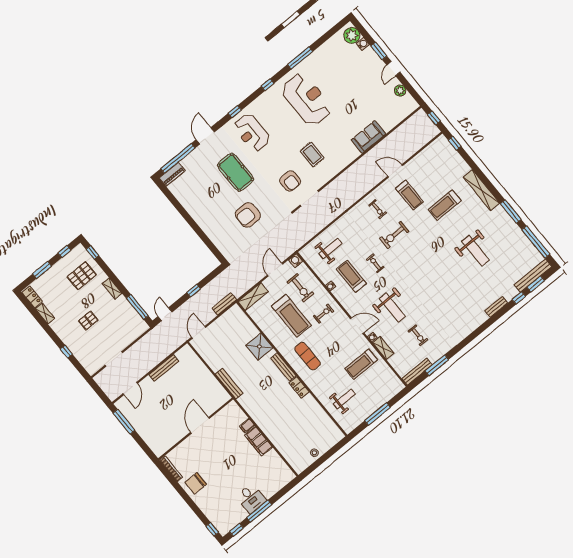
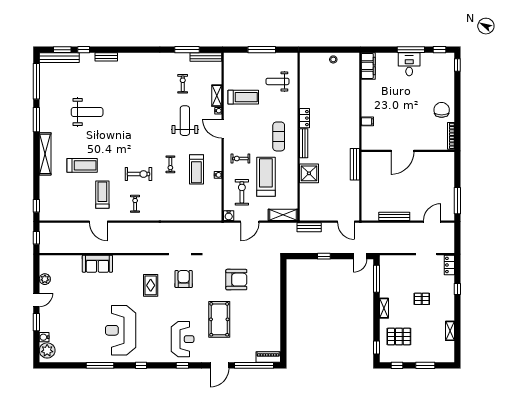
weight bench: (330, 249) -> (195, 203), removed
weight bench: (476, 251) -> (87, 112), turned 90
locker: (32, 297) -> (449, 265), moved
door: (199, 332) -> (346, 222), hinge flipped
filing cabinet: (258, 441) -> (368, 66), moved
chair: (196, 483) -> (442, 110), turned -90

